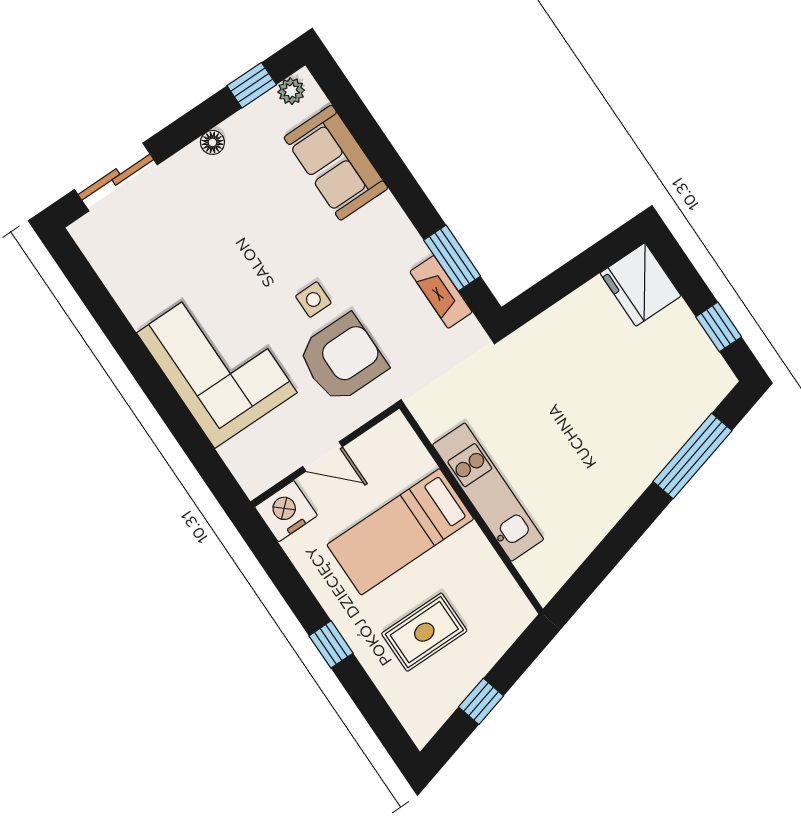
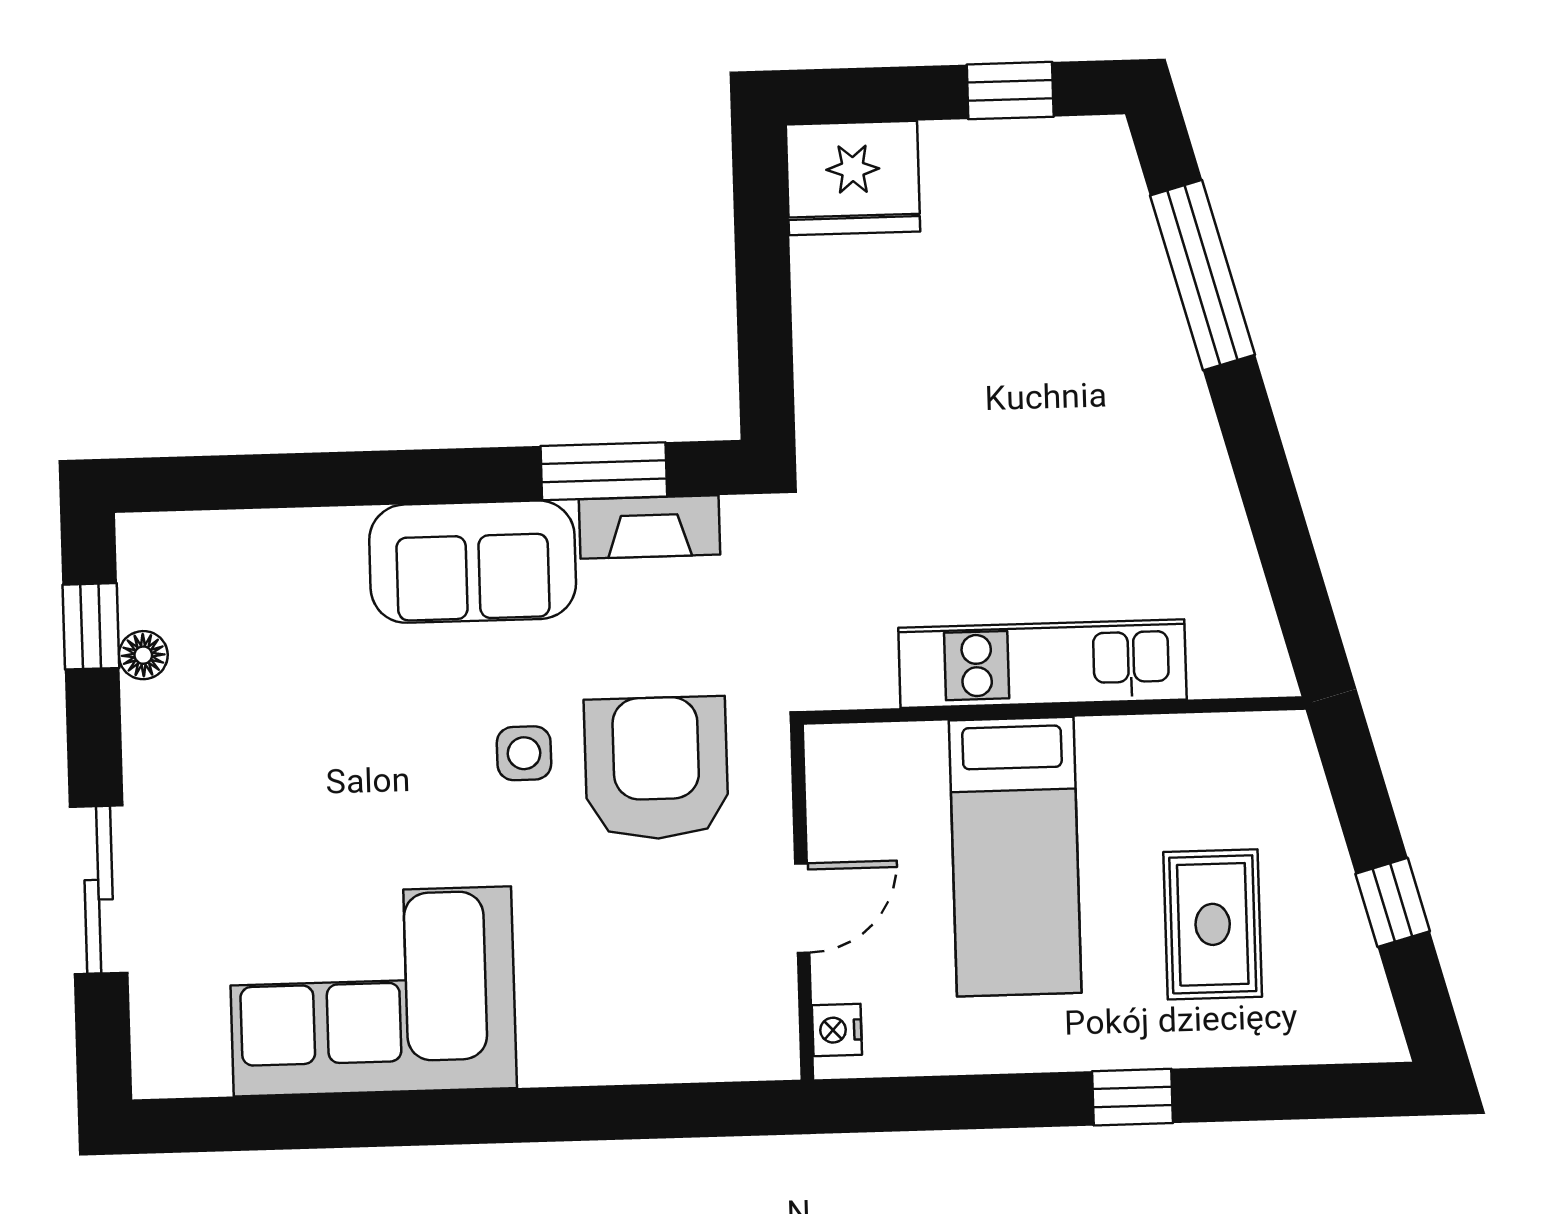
plant: (291, 91) -> (144, 565), removed
floor lamp: (212, 142) -> (143, 655), moved
sofa: (336, 163) -> (473, 562), moved
sliding door: (116, 177) -> (99, 890), moved
corner sofa: (217, 363) -> (372, 991), moved
nightstand: (286, 511) -> (837, 1030), width x0.53, depth x0.56

